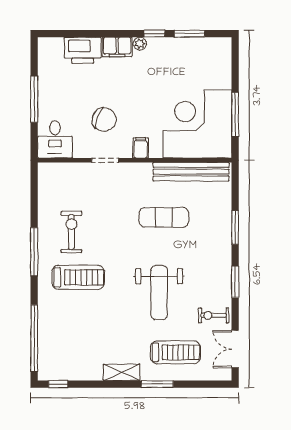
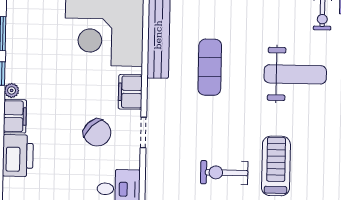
chair: (104, 120) -> (97, 133), turned 116
filing cabinet: (141, 148) -> (130, 92), width x2.00

